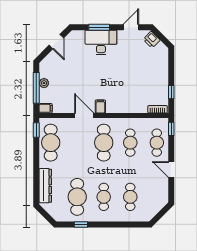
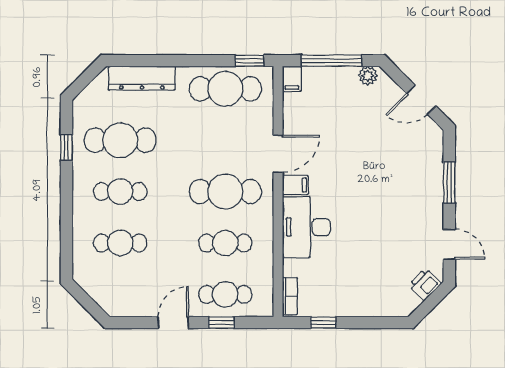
desk: (101, 42) -> (306, 227), moved, turned 180
plant: (44, 83) -> (368, 76), moved
window: (171, 129) -> (221, 323), moved

